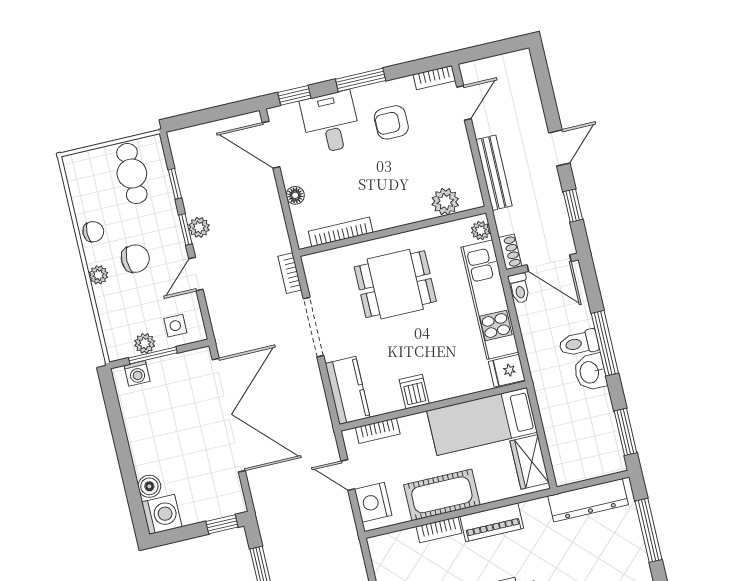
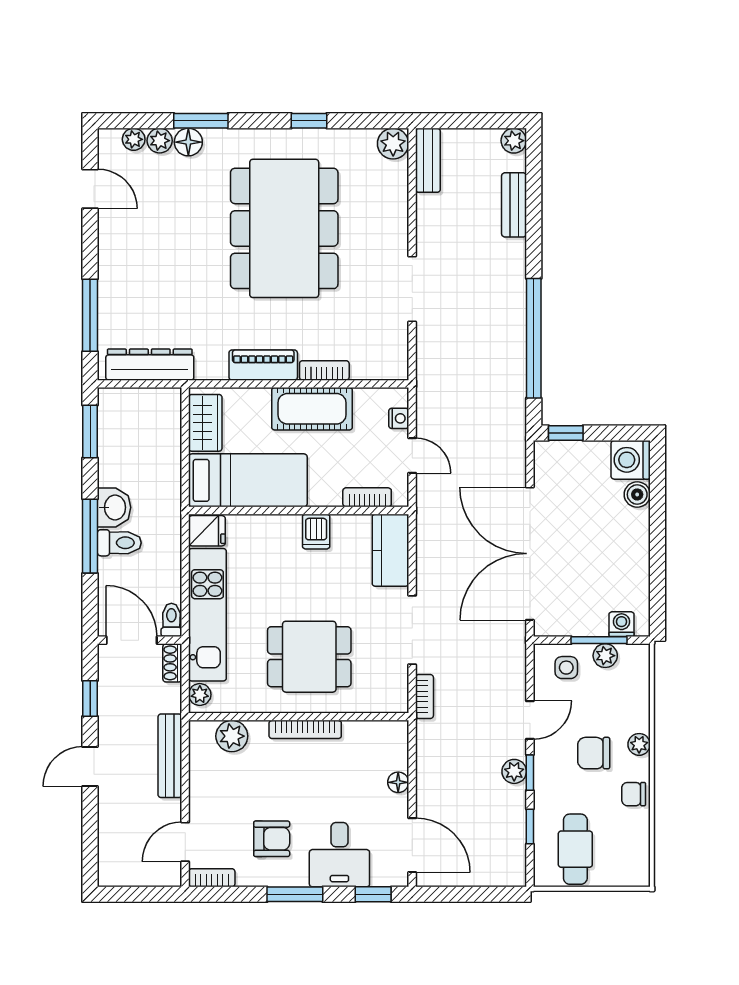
bookcase: (341, 232) -> (305, 729), moved
nightstand: (373, 502) -> (399, 418), width x0.53, depth x0.56

